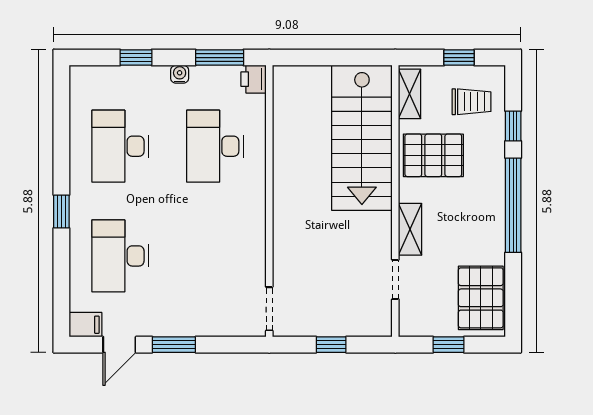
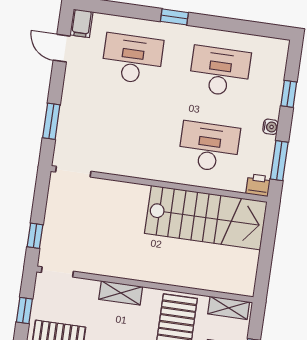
stairs: (362, 138) -> (206, 218), moved, turned 180
doorway: (395, 280) -> (57, 272), moved
window: (174, 345) -> (51, 121), moved
window: (331, 345) -> (35, 236), moved

